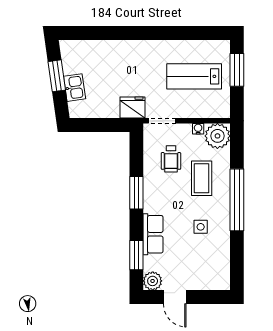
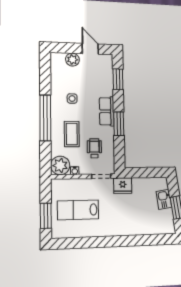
lab bench: (194, 76) -> (78, 210), turned 180
row of seats: (153, 234) -> (107, 111), moved
plant: (153, 281) -> (72, 60), moved

